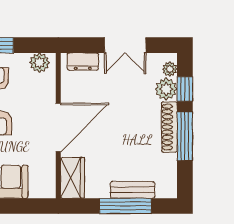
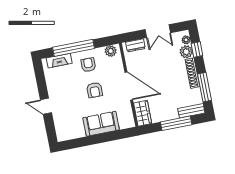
door: (58, 127) -> (129, 86), hinge flipped
window: (185, 136) -> (204, 87), moved
bench: (132, 190) -> (191, 111), moved

